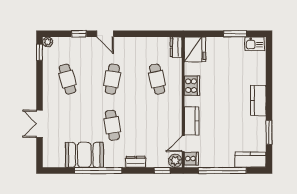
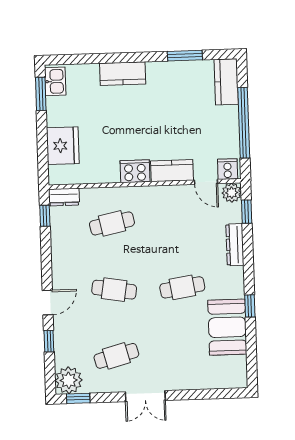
window: (164, 34) -> (45, 216), added
window: (235, 34) -> (41, 94), moved
plant: (48, 42) -> (69, 380), width x1.87, depth x1.87
fridge: (195, 49) -> (63, 146), moved, turned 90
cooker: (192, 86) -> (135, 171), moved
kitchen counter: (258, 101) -> (123, 74), moved
double door: (40, 124) -> (145, 396), moved
dresser: (136, 162) -> (235, 245), width x1.44
window: (98, 171) -> (250, 306), width x0.32

